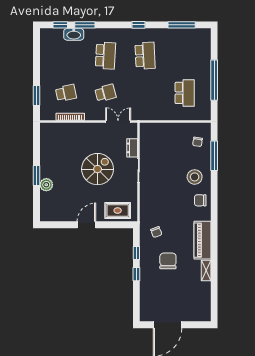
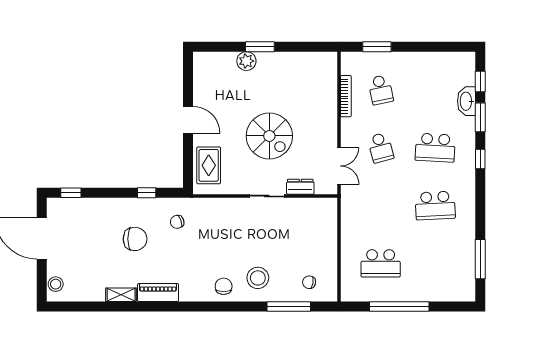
window: (138, 25) -> (480, 159), moved
piano: (203, 240) -> (158, 292), width x0.73, depth x0.75
window: (136, 274) -> (71, 193), moved
stool: (199, 315) -> (56, 284), added

